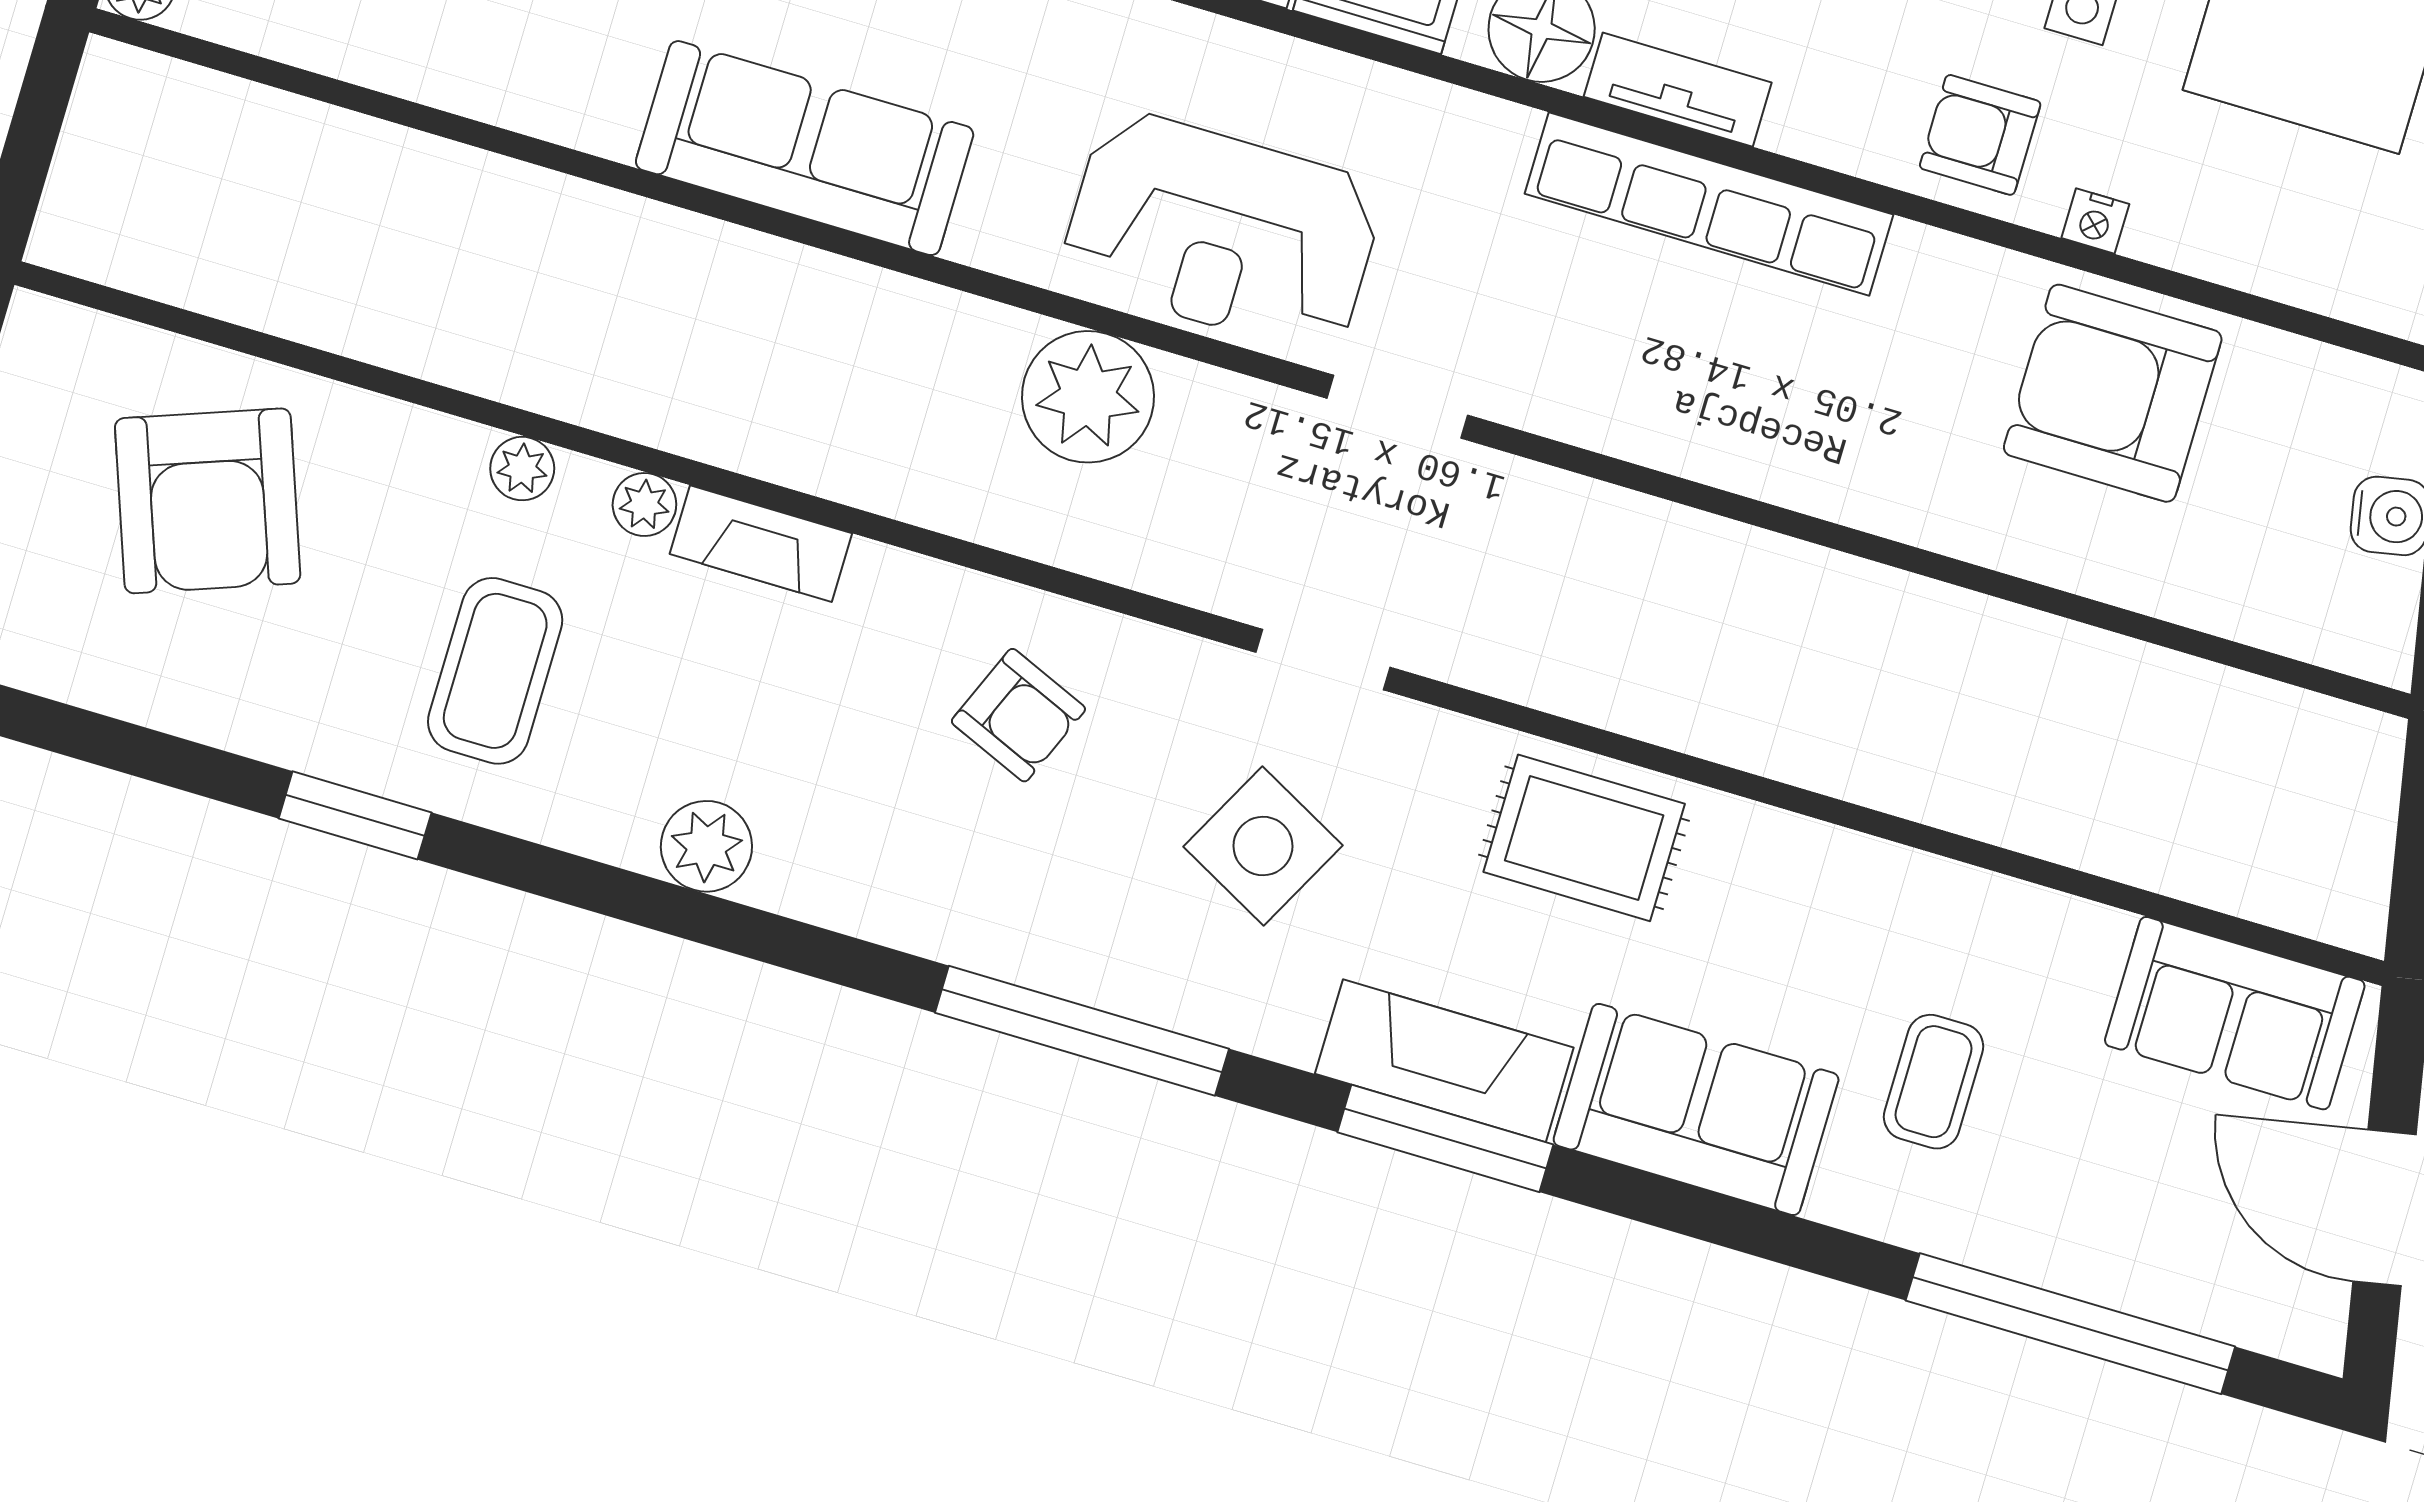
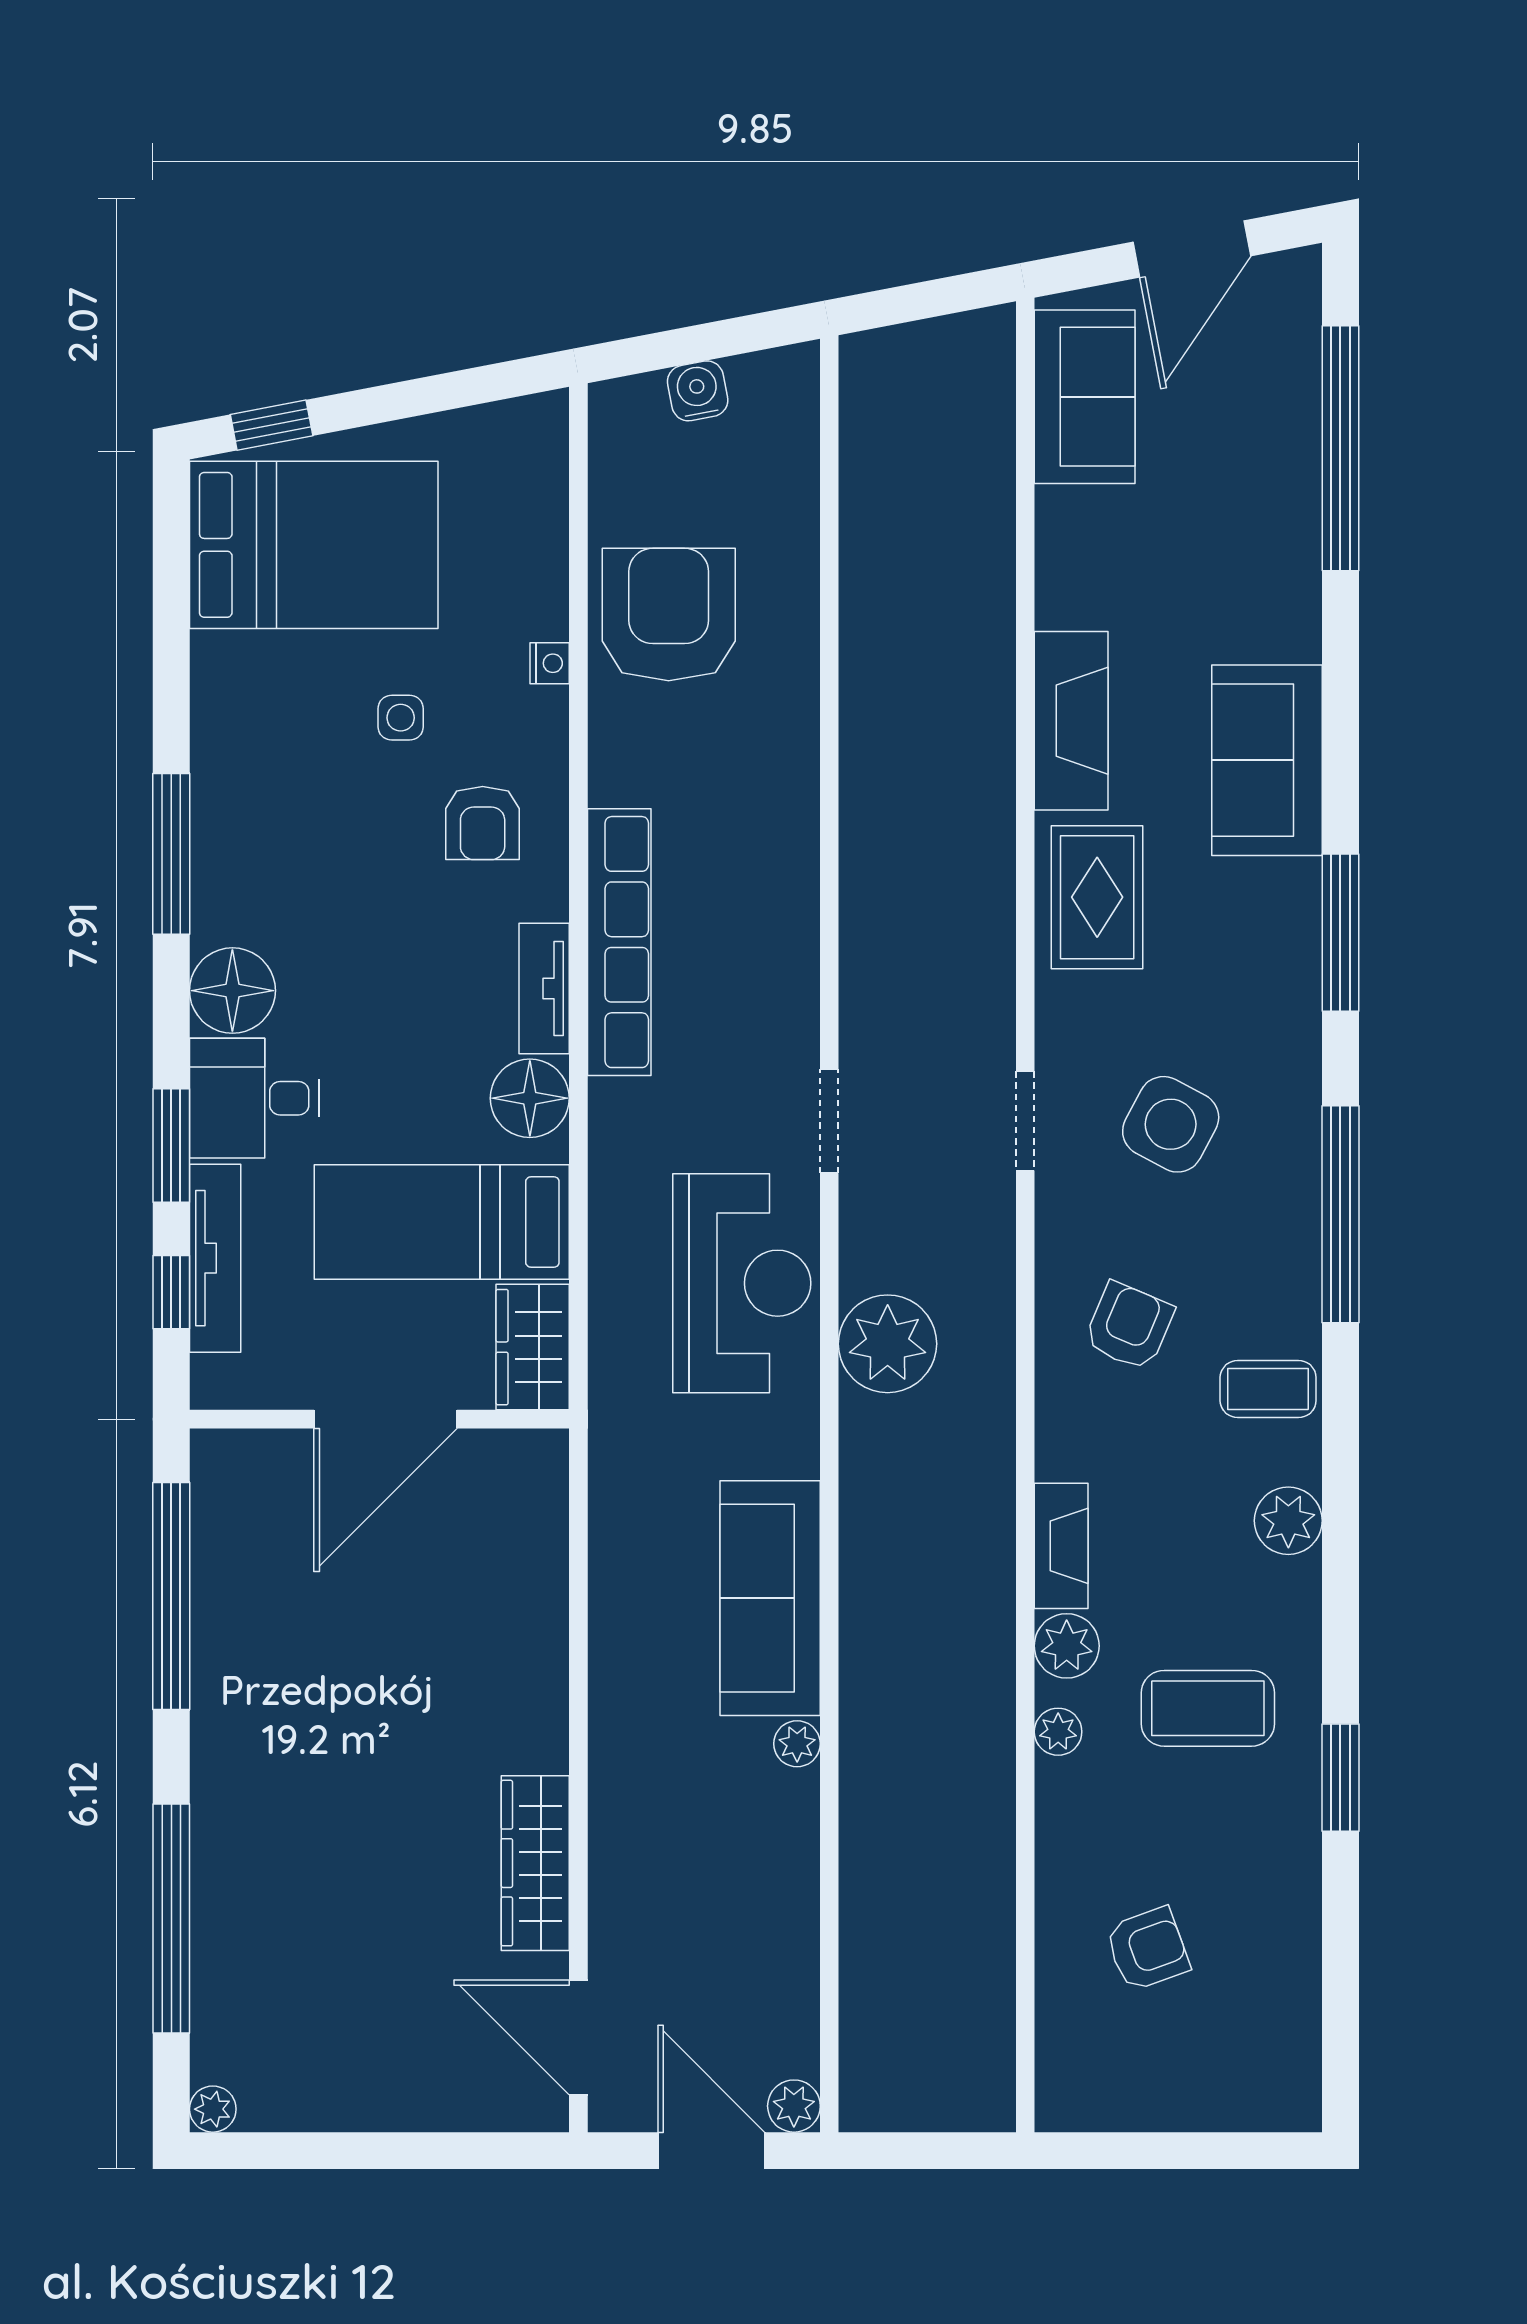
plant: (606, 127) -> (797, 1744), added
armchair: (1980, 135) -> (483, 823), moved
armchair: (2113, 393) -> (669, 614), turned 180
armchair: (208, 501) -> (1147, 1949), width x0.53, depth x0.53
plant: (644, 505) -> (1067, 1646), width x1.38, depth x1.38
fireplace: (1444, 1061) -> (1071, 721), moved, turned 180
coffee table: (1934, 1082) -> (1268, 1389), moved

